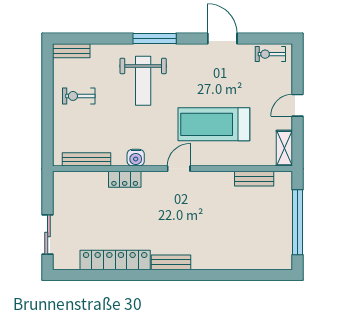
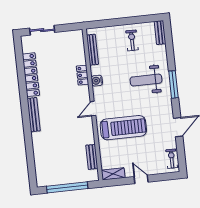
treadmill: (214, 124) -> (123, 128), turned 90
door: (179, 169) -> (93, 109), swing flipped
bench: (171, 262) -> (34, 115), width x1.36

